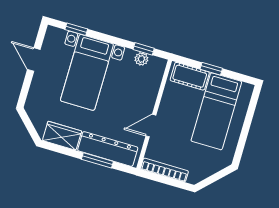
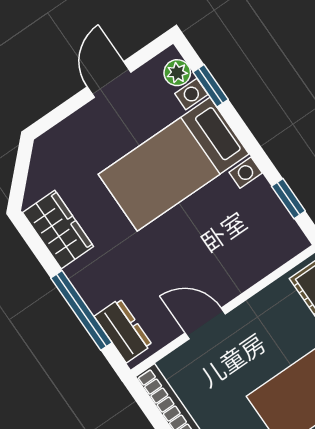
plant: (141, 59) -> (177, 73), moved
dresser: (108, 149) -> (123, 331), width x0.51, depth x0.80
window: (97, 160) -> (81, 310), width x1.44

